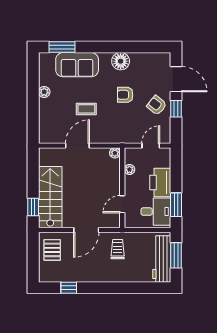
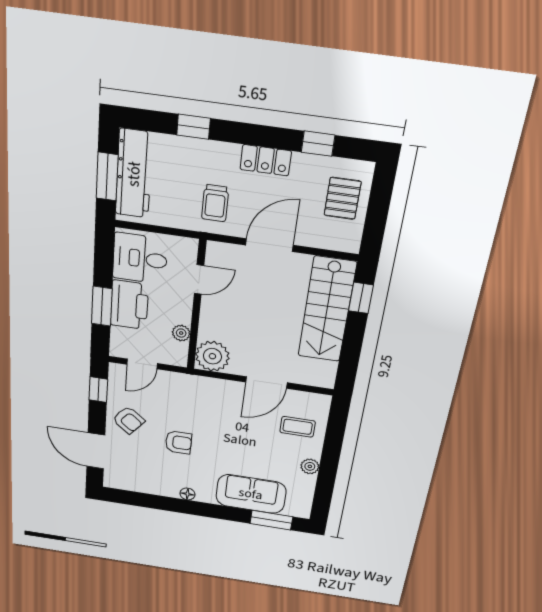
floor lamp: (121, 61) -> (187, 494), width x0.53, depth x0.53
coffee table: (86, 109) -> (298, 427), moved
window: (176, 109) -> (98, 390), moved
plant: (115, 153) -> (212, 356), width x1.87, depth x1.87
window: (176, 205) -> (102, 306), moved
pallet: (52, 250) -> (343, 198), moved
locker: (94, 276) -> (266, 160), added
window: (133, 288) -> (193, 127), added

